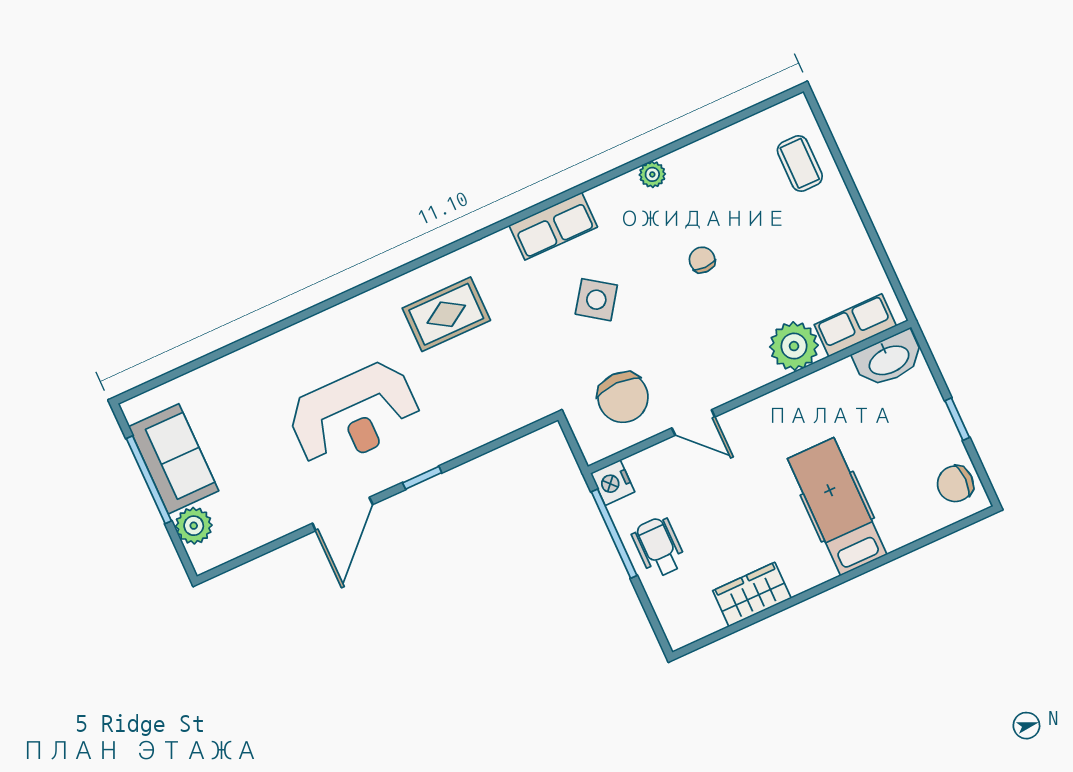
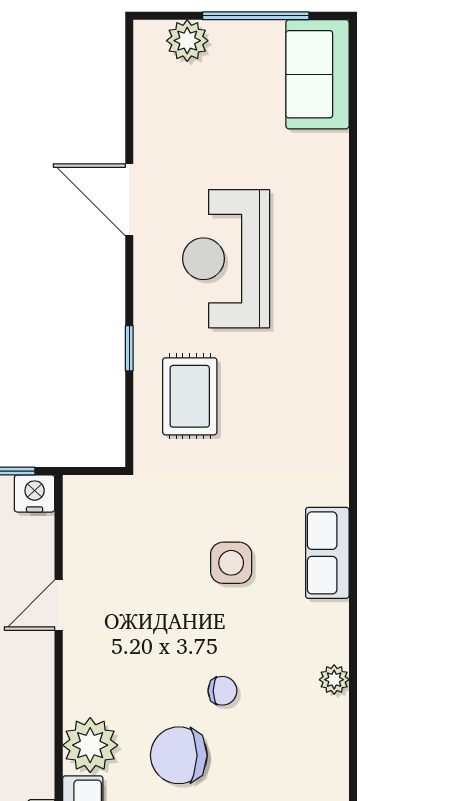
side table: (596, 300) -> (231, 563), turned -35
rug: (446, 314) -> (190, 396), moved
chair: (623, 397) -> (179, 755), moved
sofa: (174, 459) -> (317, 74), moved, turned 90
window: (422, 478) -> (129, 348), moved

